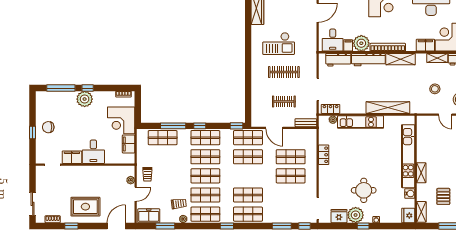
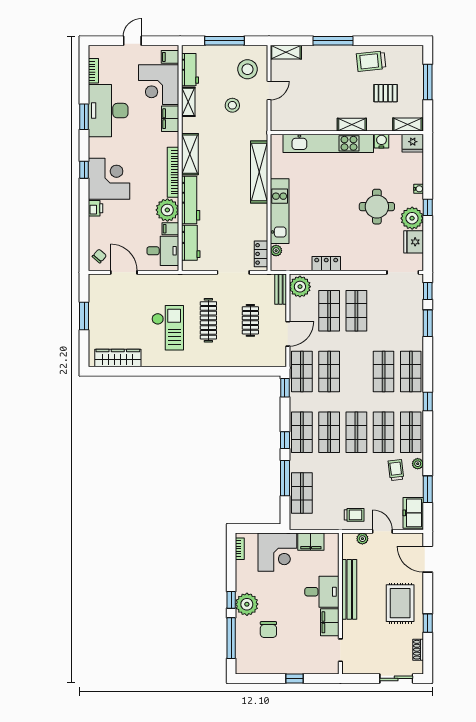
chair: (48, 127) -> (268, 630), moved
plant: (308, 136) -> (300, 287), added
bench: (95, 171) -> (349, 589), added

